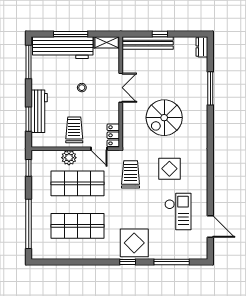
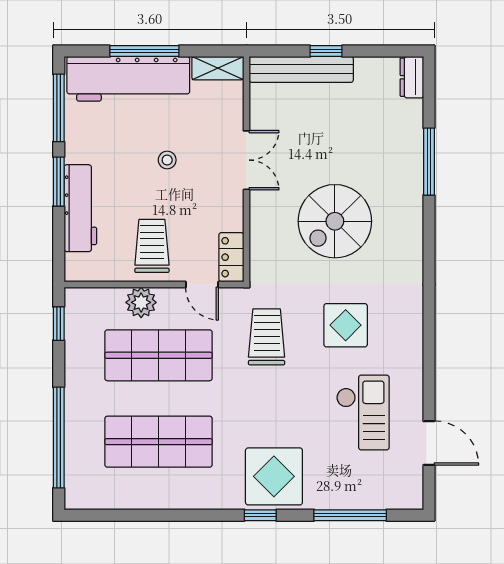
window: (29, 119) -> (59, 182), moved

